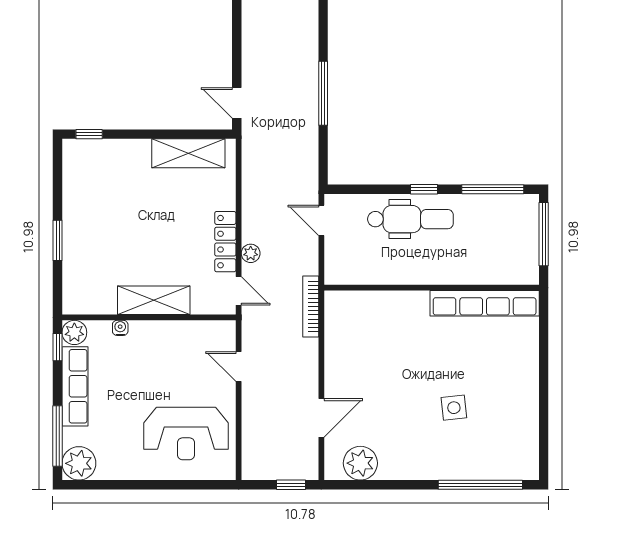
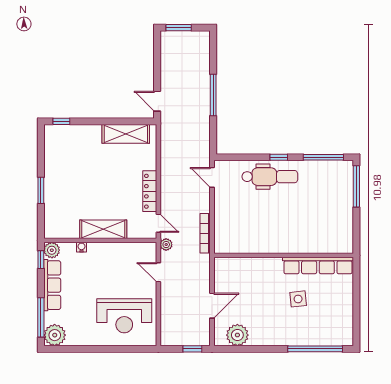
plant: (251, 253) -> (166, 245), moved
wall: (432, 288) -> (284, 255), moved
row of seats: (485, 303) -> (318, 266), moved

